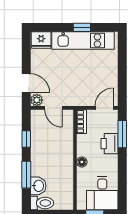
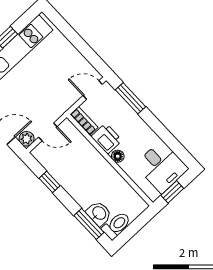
door: (104, 108) -> (93, 90), hinge flipped
printer: (110, 144) -> (107, 138), moved, turned 180
window: (26, 175) -> (89, 224), moved

